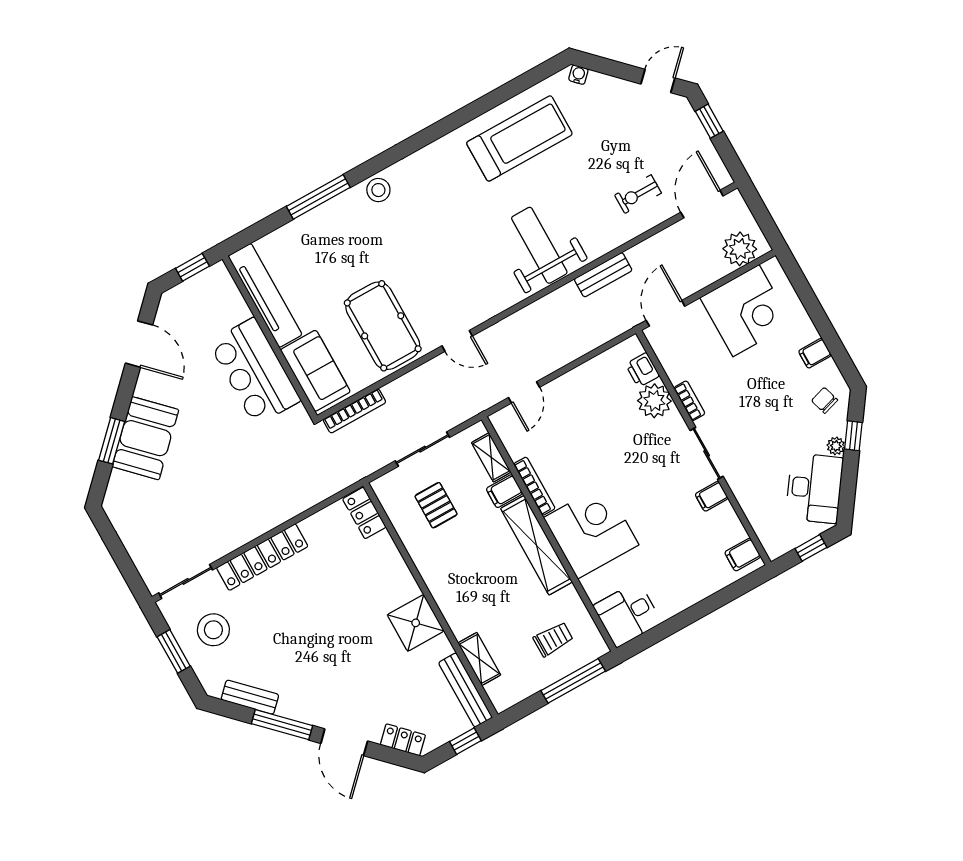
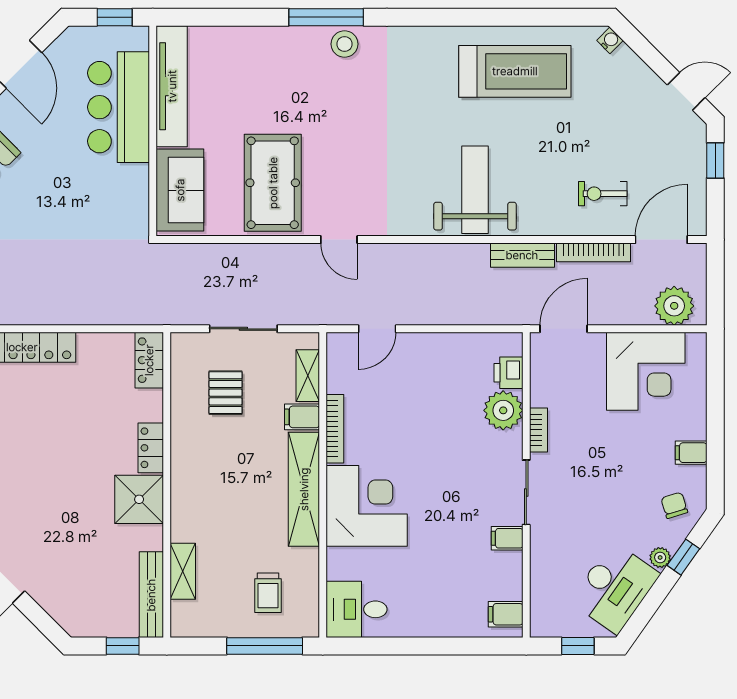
window: (318, 197) -> (326, 17), moved
bar counter: (255, 372) -> (119, 107), moved
bookcase: (354, 411) -> (594, 252), moved
trolley: (553, 639) -> (268, 593), turned 90
locker: (403, 740) -> (151, 448), moved, turned -135

